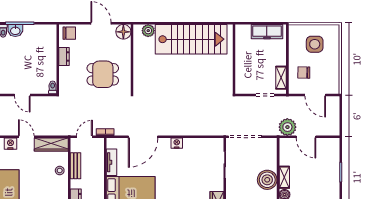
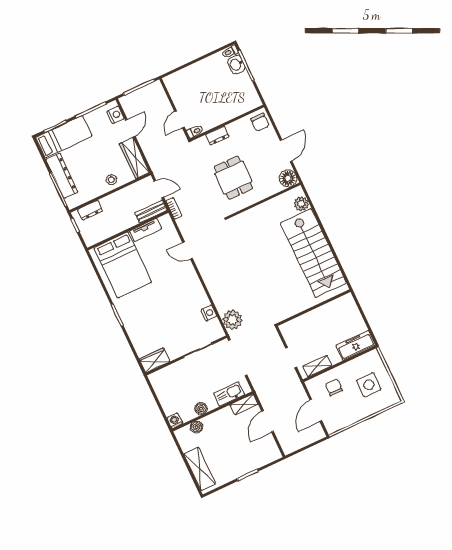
freezer: (267, 32) -> (356, 345), moved, turned 90
dresser: (64, 56) -> (217, 136), moved
door: (22, 95) -> (179, 119), moved
plant: (287, 127) -> (232, 320), moved
door: (143, 137) -> (188, 250), width x0.53
nightstand: (177, 143) -> (209, 313), moved
kitchen sink: (271, 157) -> (229, 394), added
bench: (76, 166) -> (151, 211), moved
shelving: (284, 177) -> (244, 404), moved
boiler: (267, 180) -> (201, 409), width x0.54, depth x0.54

